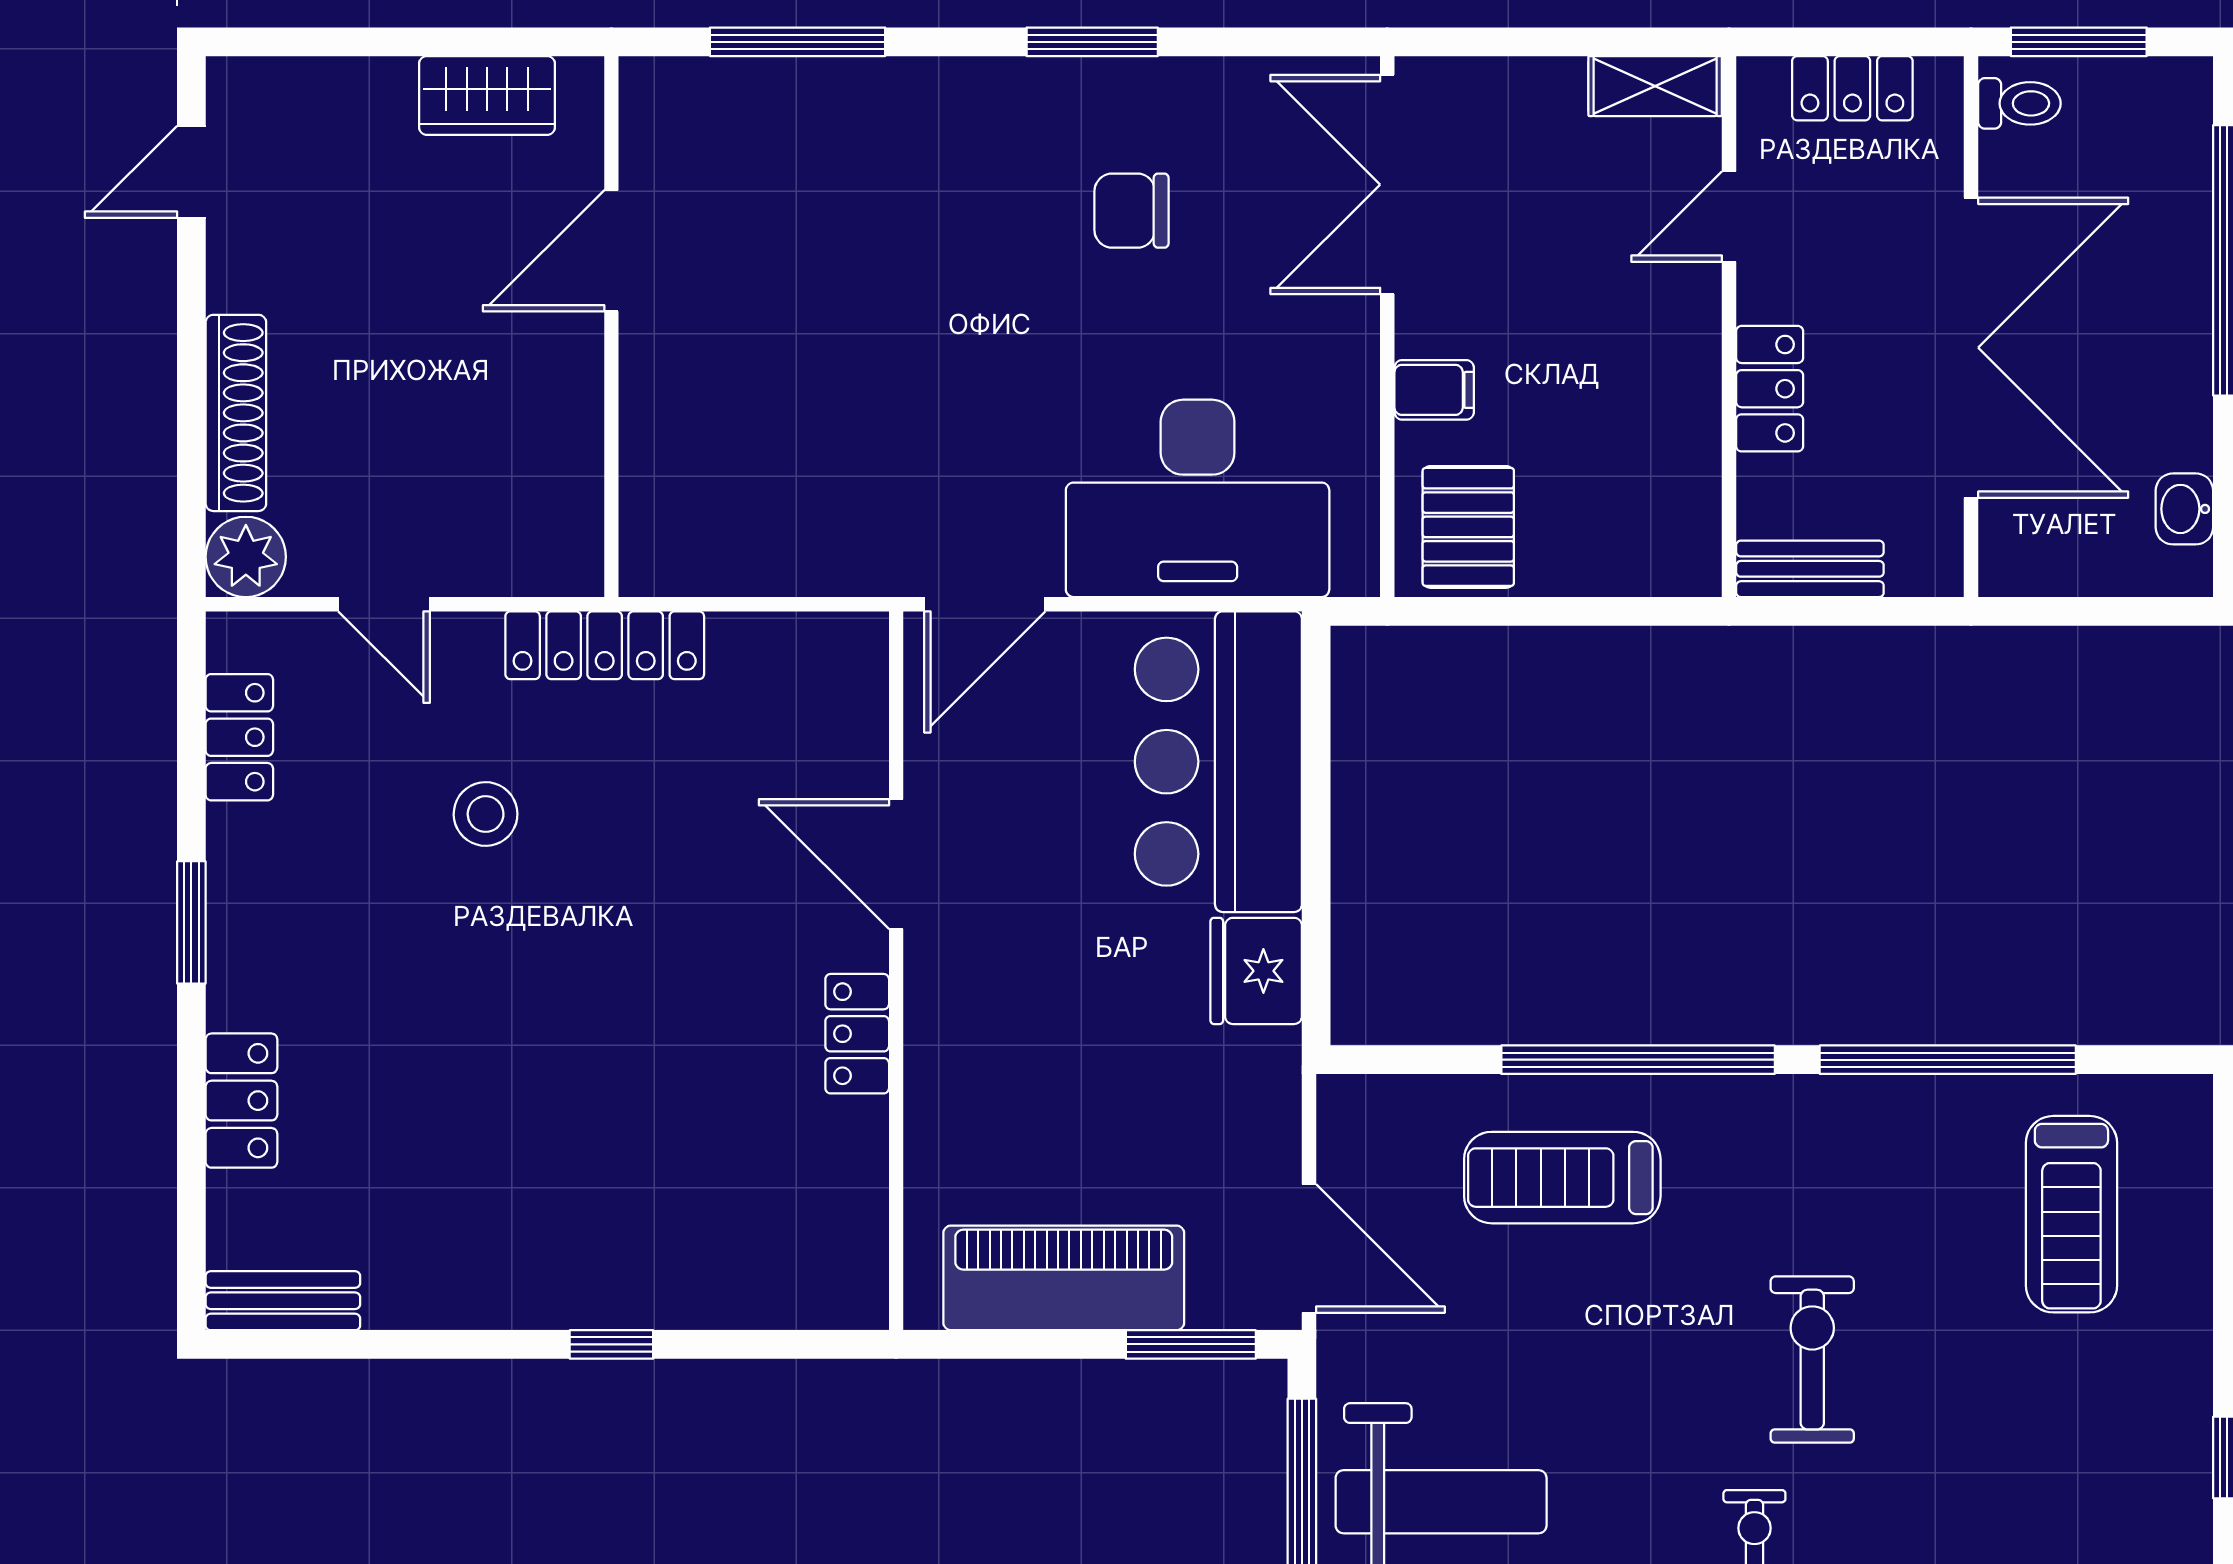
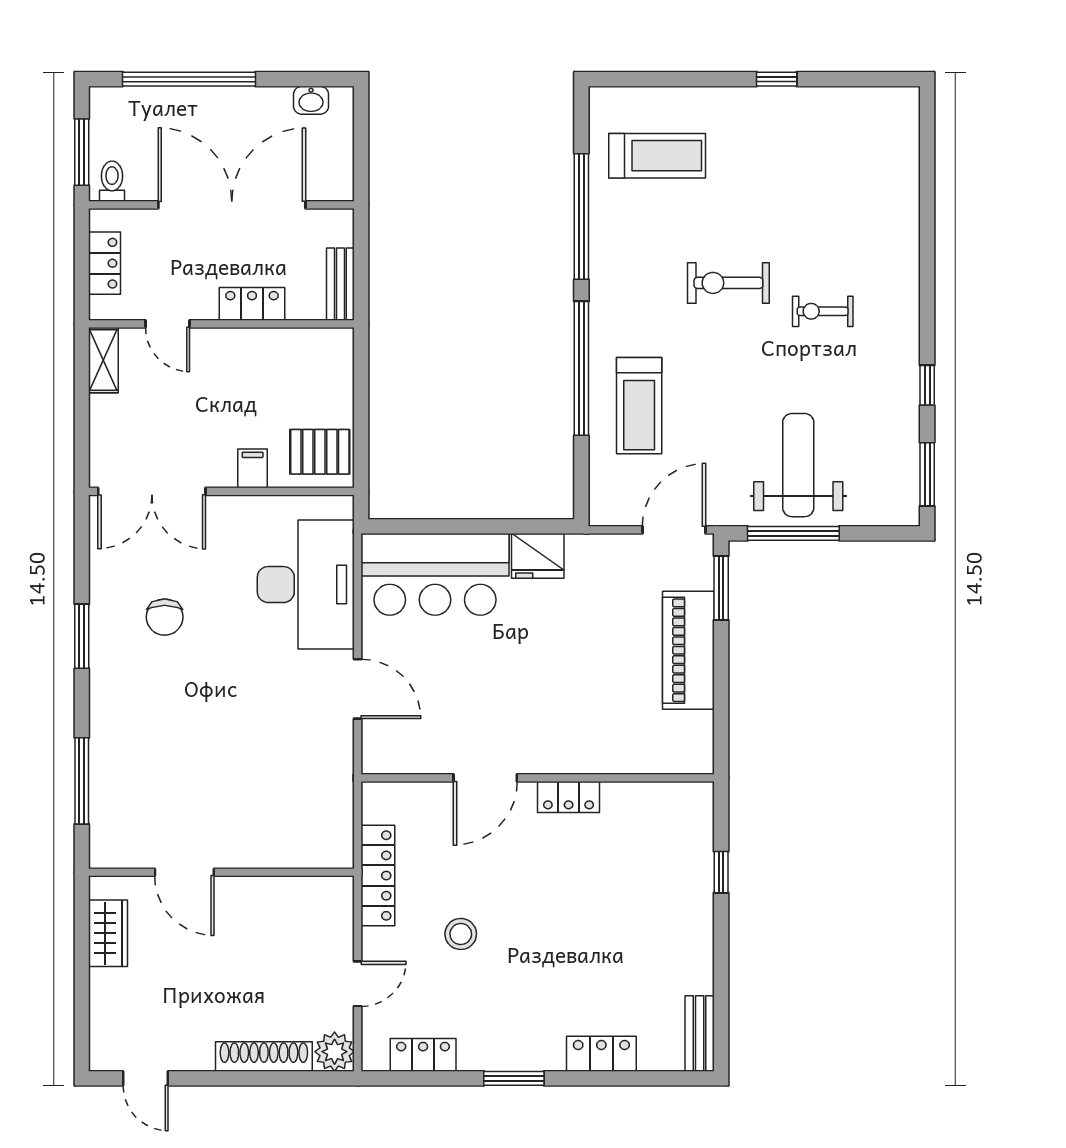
door: (896, 864) -> (485, 778), moved
wall: (896, 971) -> (538, 778), moved
locker: (857, 1034) -> (569, 797), moved

